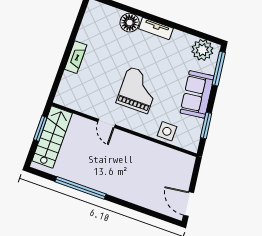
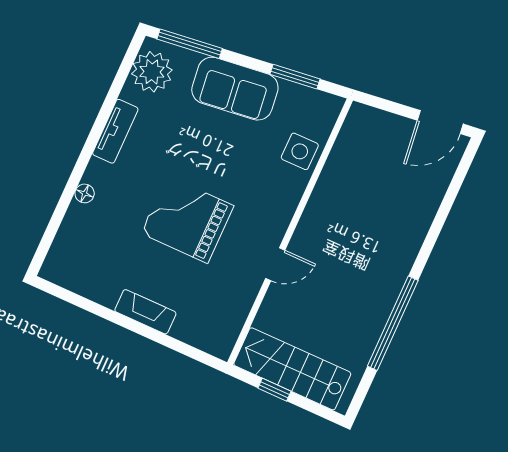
floor lamp: (130, 23) -> (85, 193), width x0.53, depth x0.53
tv unit: (156, 29) -> (115, 131), moved
grand piano: (138, 90) -> (187, 220), moved
window: (40, 129) -> (274, 390), width x0.67

